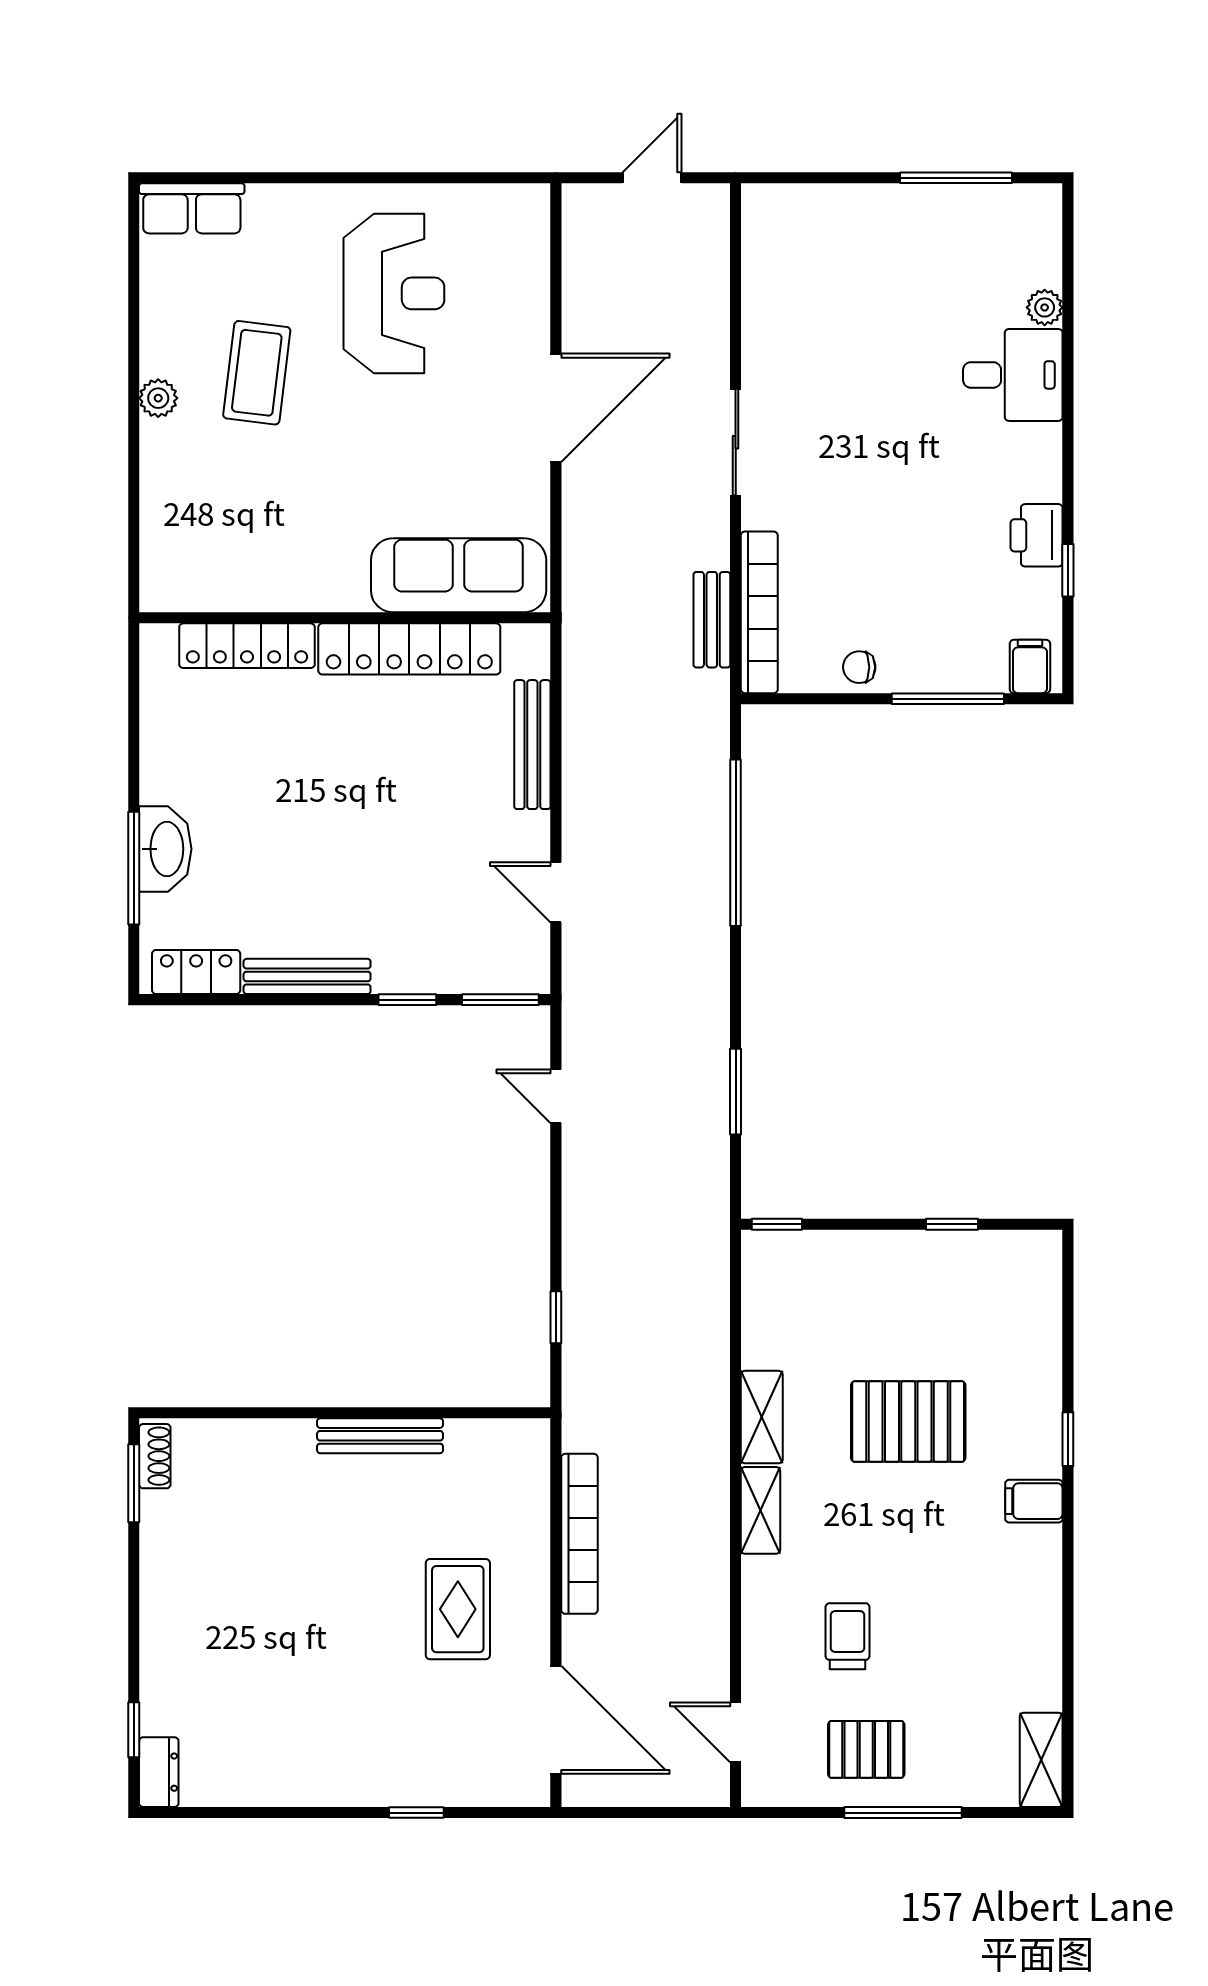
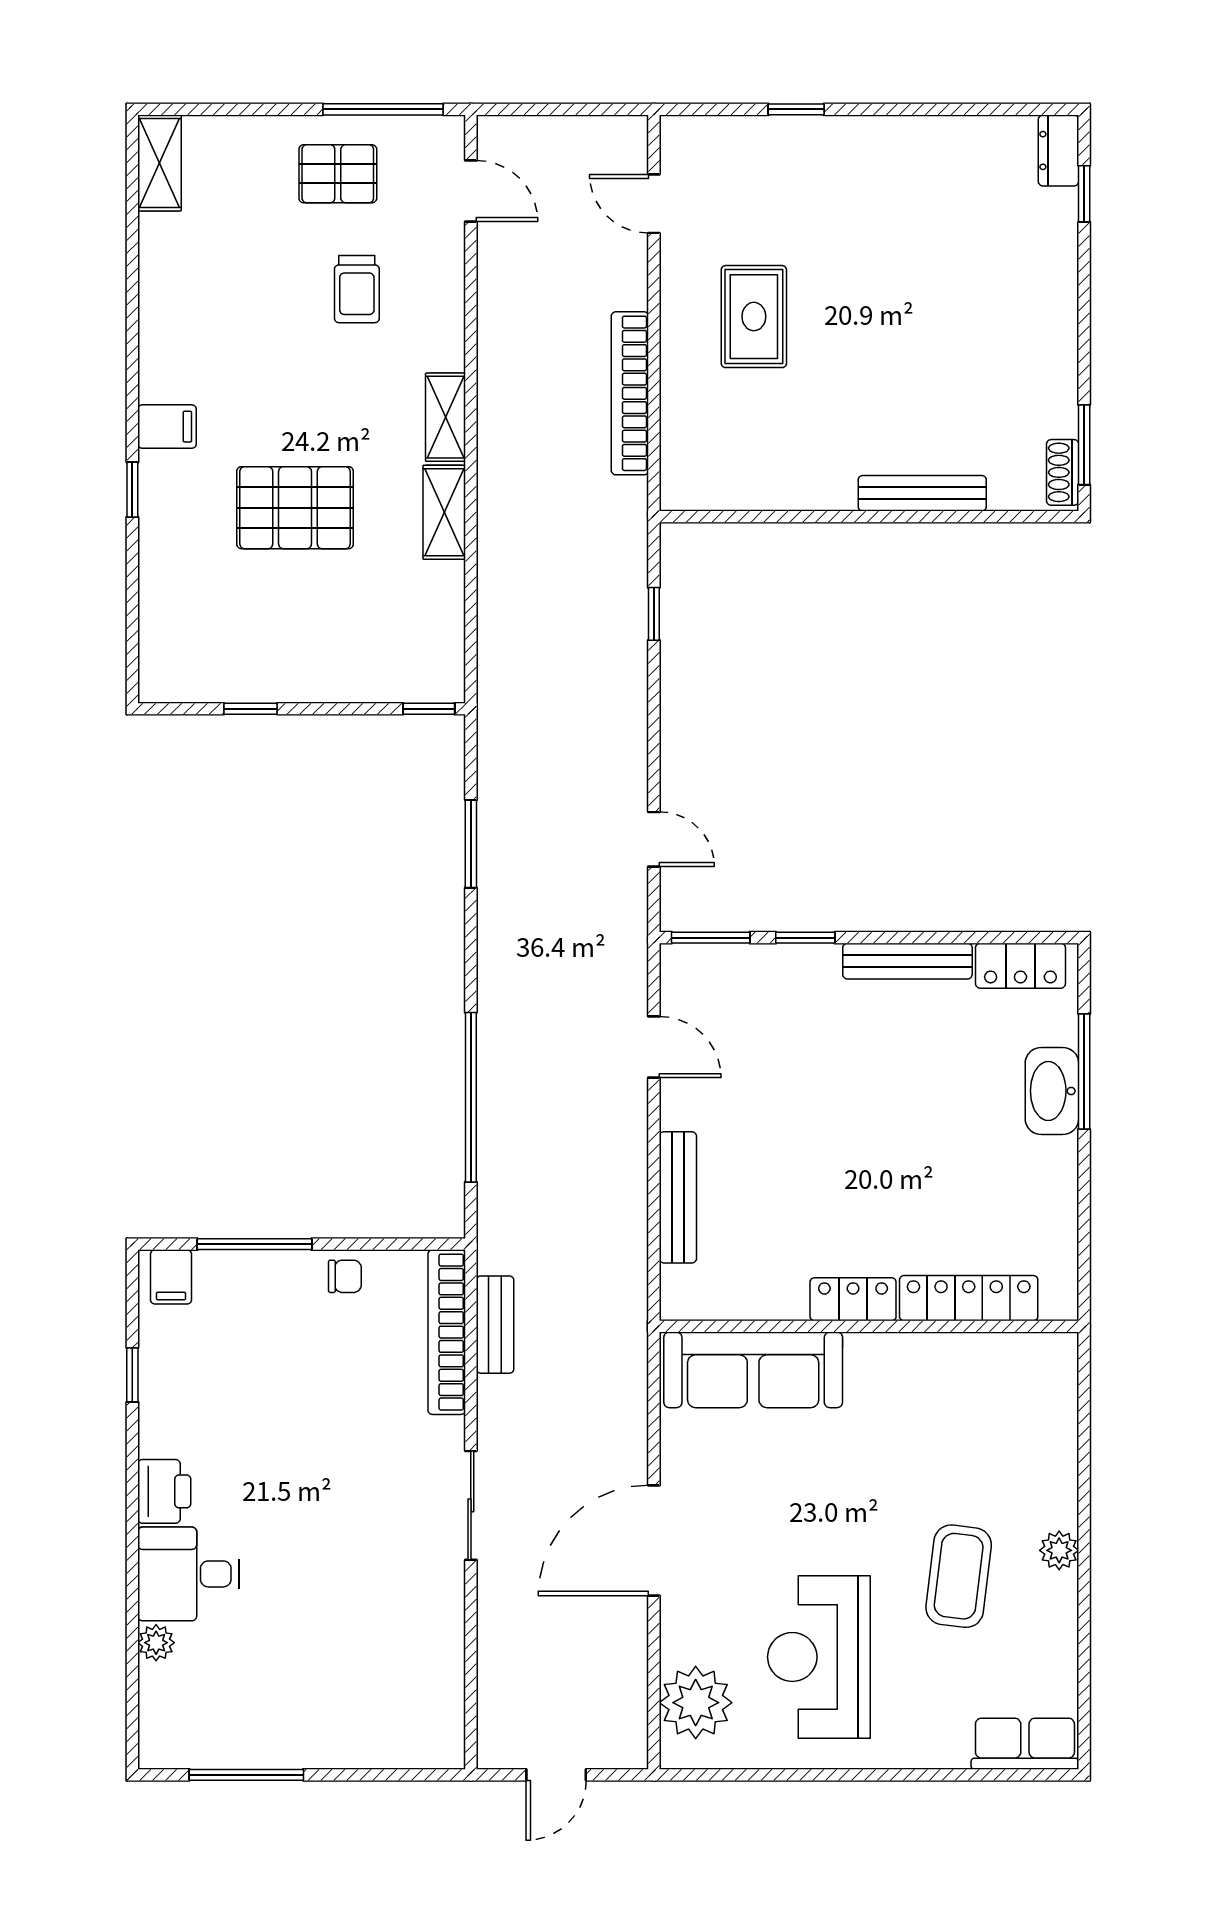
plant: (515, 249) -> (696, 1703), added
printer: (1037, 535) -> (164, 1491), moved
locker: (409, 649) -> (853, 1299), width x0.46, depth x0.83
bench: (380, 1436) -> (922, 493), moved
door: (556, 1720) -> (654, 204), width x0.53
window: (903, 1813) -> (383, 109), moved

